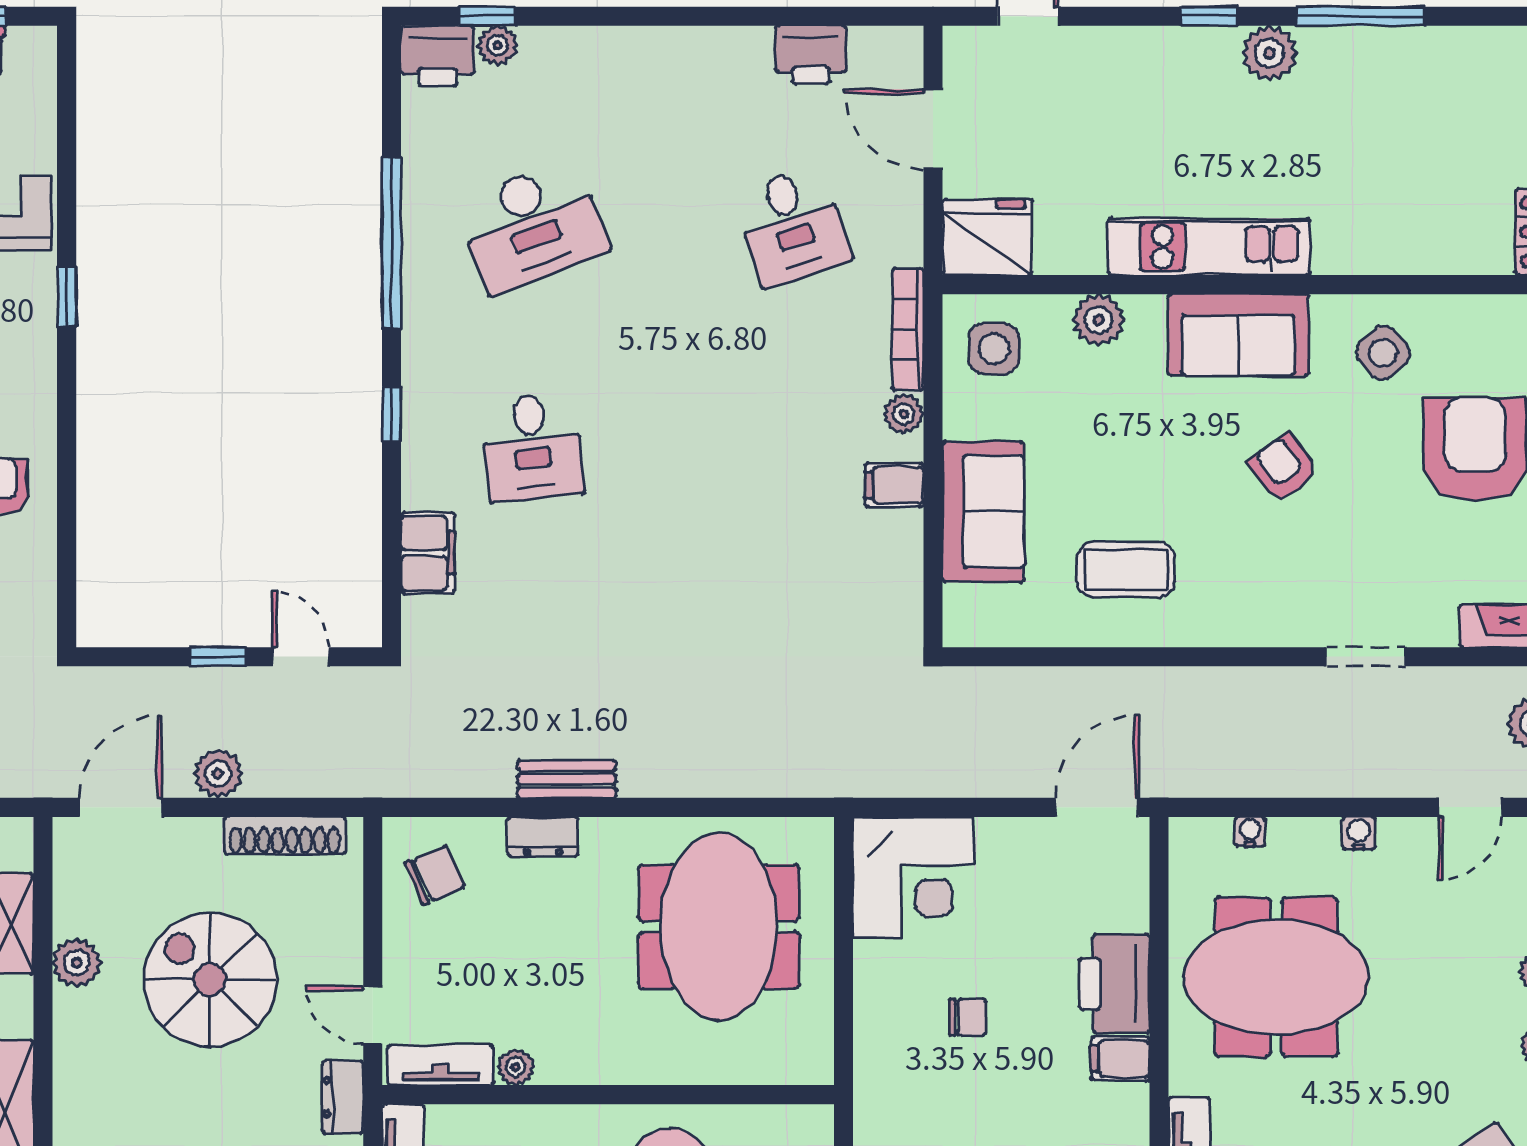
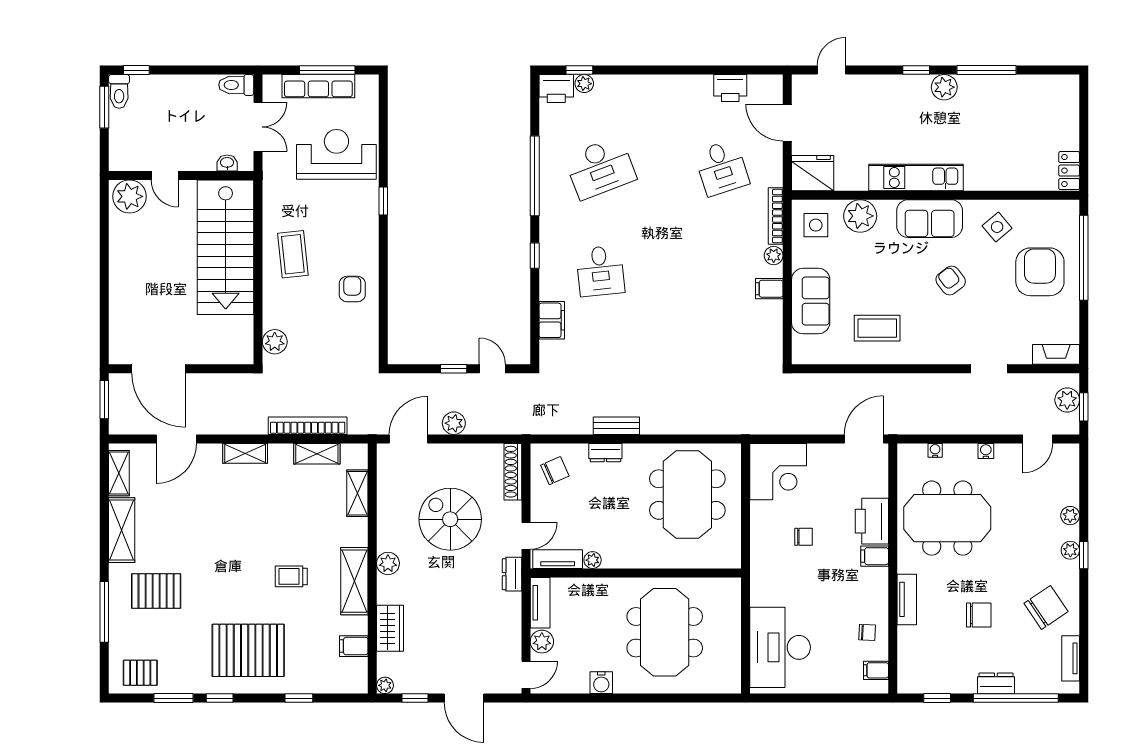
plant: (1099, 320) -> (860, 216), width x1.36, depth x1.36
shoe rack: (285, 836) -> (513, 472), moved, turned 90
plant: (77, 963) -> (388, 563), moved
door: (373, 1015) -> (526, 536), swing flipped

